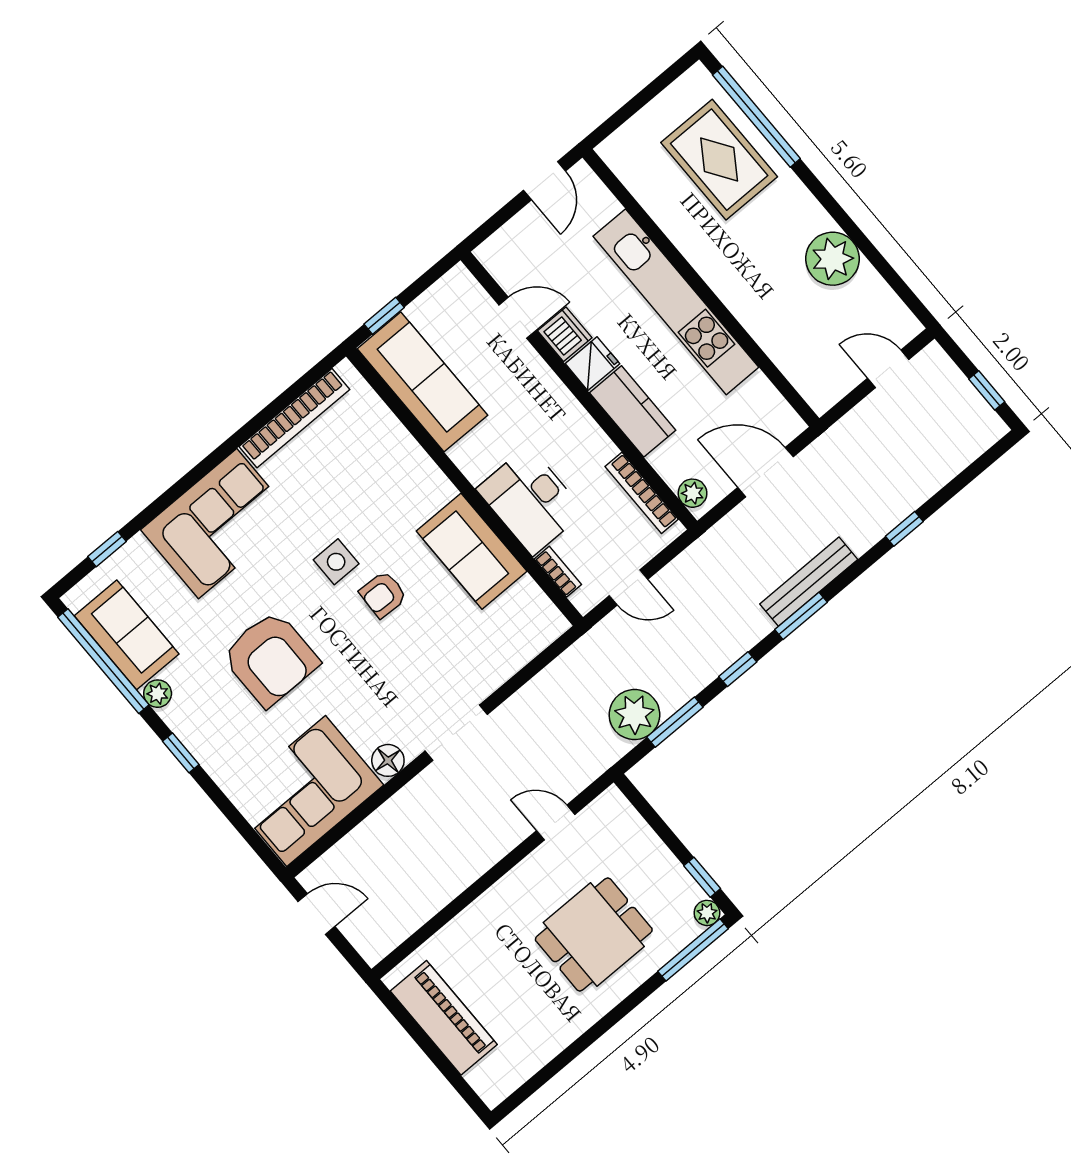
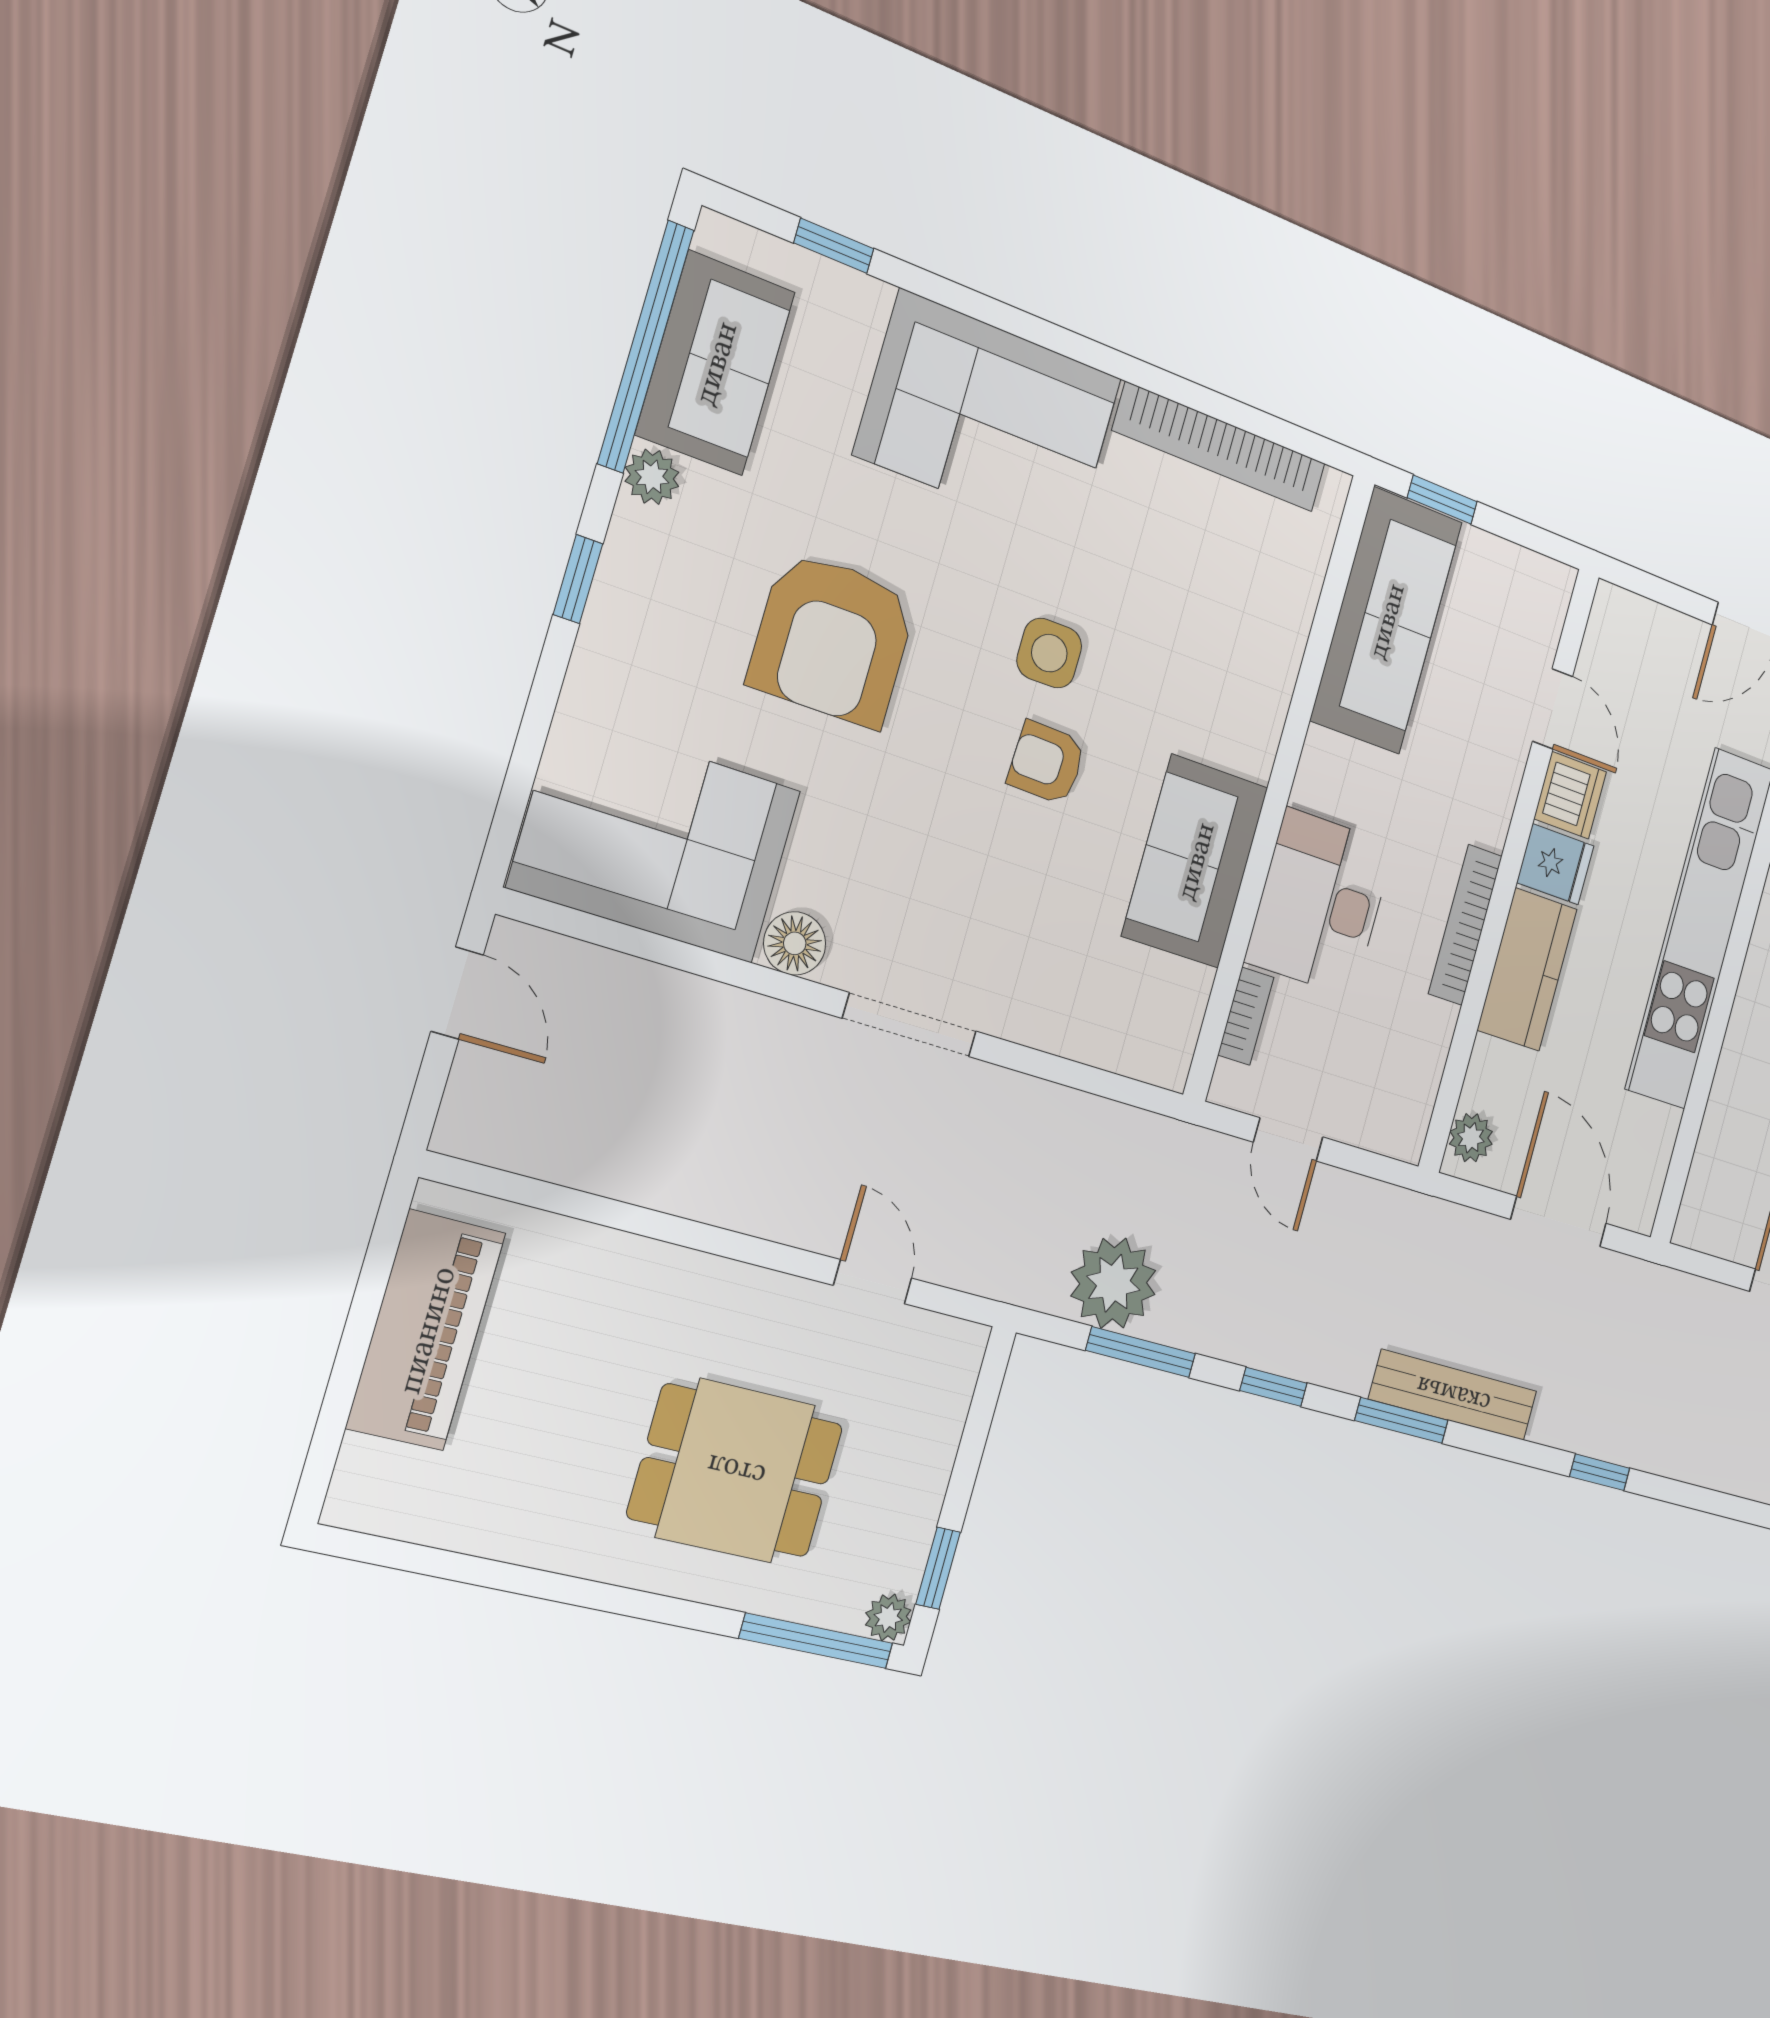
bookcase: (642, 493) -> (1465, 925), moved

